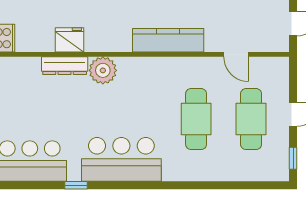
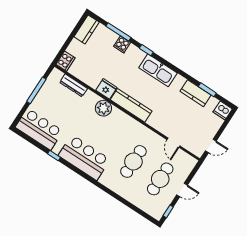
fridge: (70, 40) -> (106, 89), moved
kitchen counter: (168, 40) -> (131, 105), moved
dresser: (65, 66) -> (74, 85), moved

